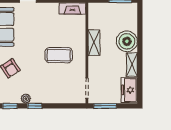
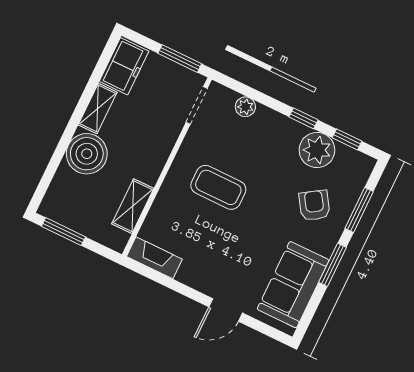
shelving: (94, 43) -> (133, 206), moved
plant: (64, 98) -> (245, 107), added
plant: (26, 99) -> (317, 150), width x1.87, depth x1.87

